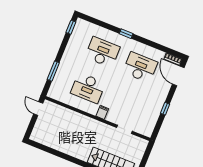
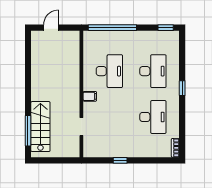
window: (53, 71) -> (112, 28), width x2.11
door: (178, 76) -> (160, 160), removed
desk: (88, 88) -> (109, 71), turned 180
door: (38, 109) -> (51, 28), moved

